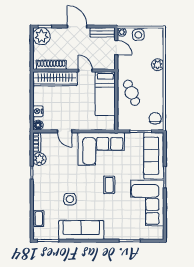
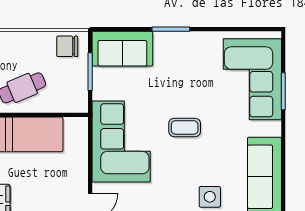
sofa: (154, 156) -> (122, 49), width x0.73
corner sofa: (147, 203) -> (252, 79), moved, turned 90

